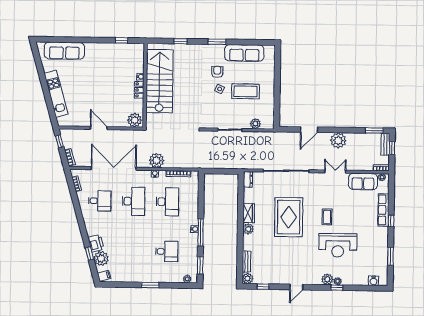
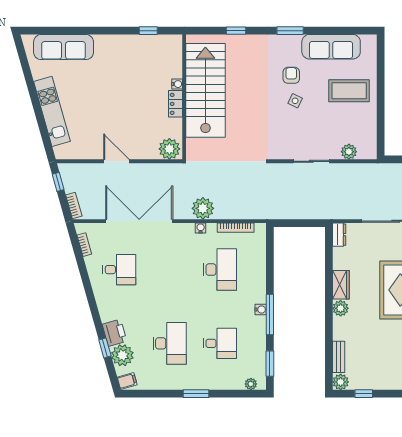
coffee table: (245, 91) -> (349, 91), moved
desk: (134, 201) -> (170, 343), moved

